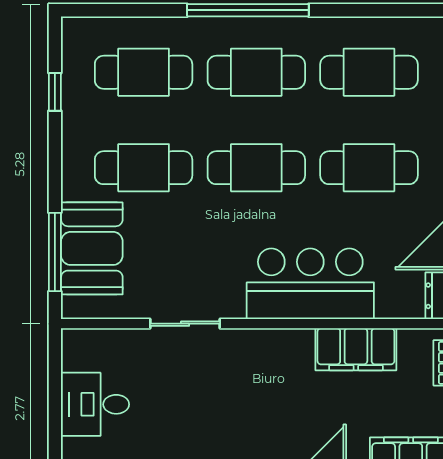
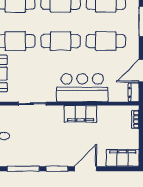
filing cabinet: (356, 349) -> (81, 114), moved

